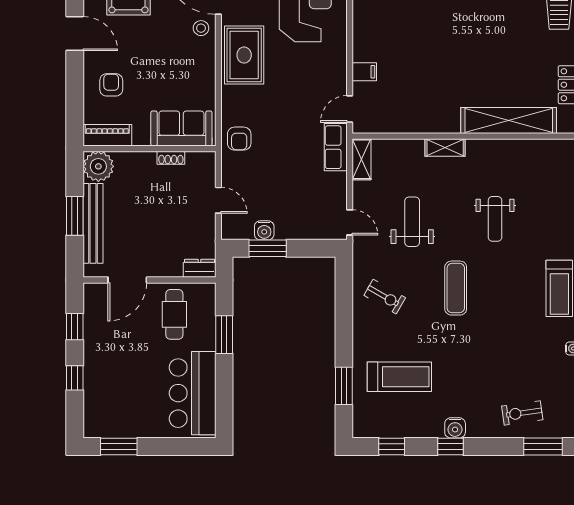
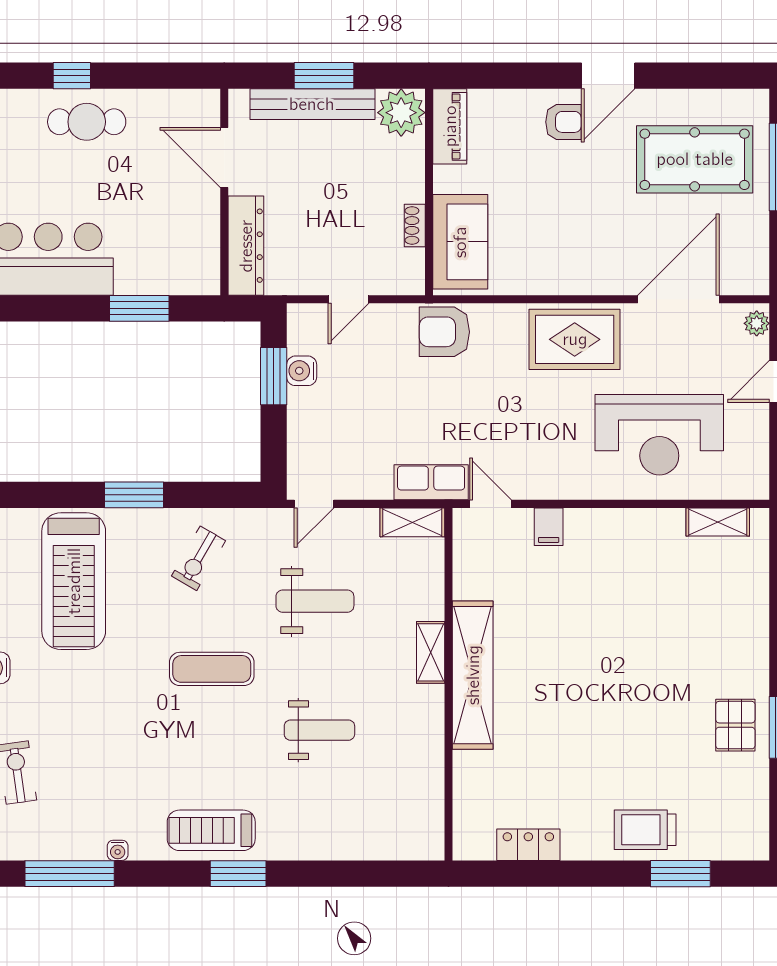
stool: (201, 28) -> (617, 272), removed
armchair: (111, 85) -> (563, 122), moved
shelving: (509, 121) -> (473, 675), moved
armchair: (239, 139) -> (444, 332), width x1.38, depth x1.38
weight bench: (495, 219) -> (319, 730), turned 180
dresser: (200, 268) -> (246, 246), width x1.96, depth x1.24
cafe table: (174, 314) -> (87, 122), moved
window: (75, 327) -> (152, 76), removed
treadmill: (399, 377) -> (74, 581), width x1.37, depth x1.38
window: (344, 386) -> (134, 495), moved

